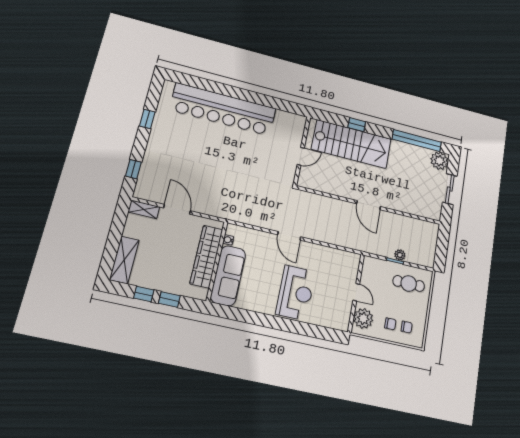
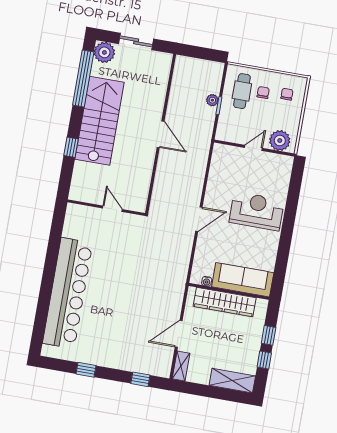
stairs: (351, 144) -> (100, 121), moved
door: (369, 205) -> (161, 134), hinge flipped
chair: (390, 324) -> (263, 93), moved

